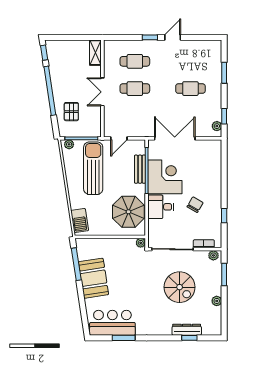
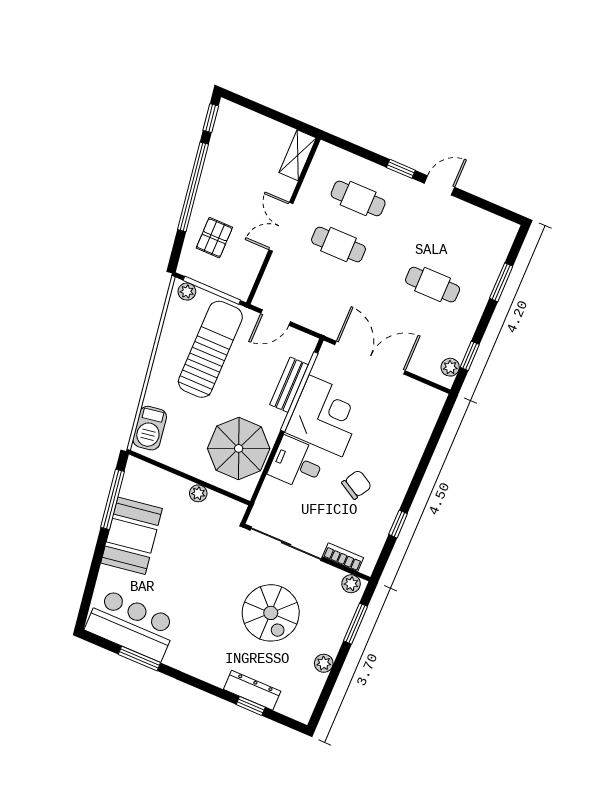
plant: (141, 243) -> (198, 493), moved

